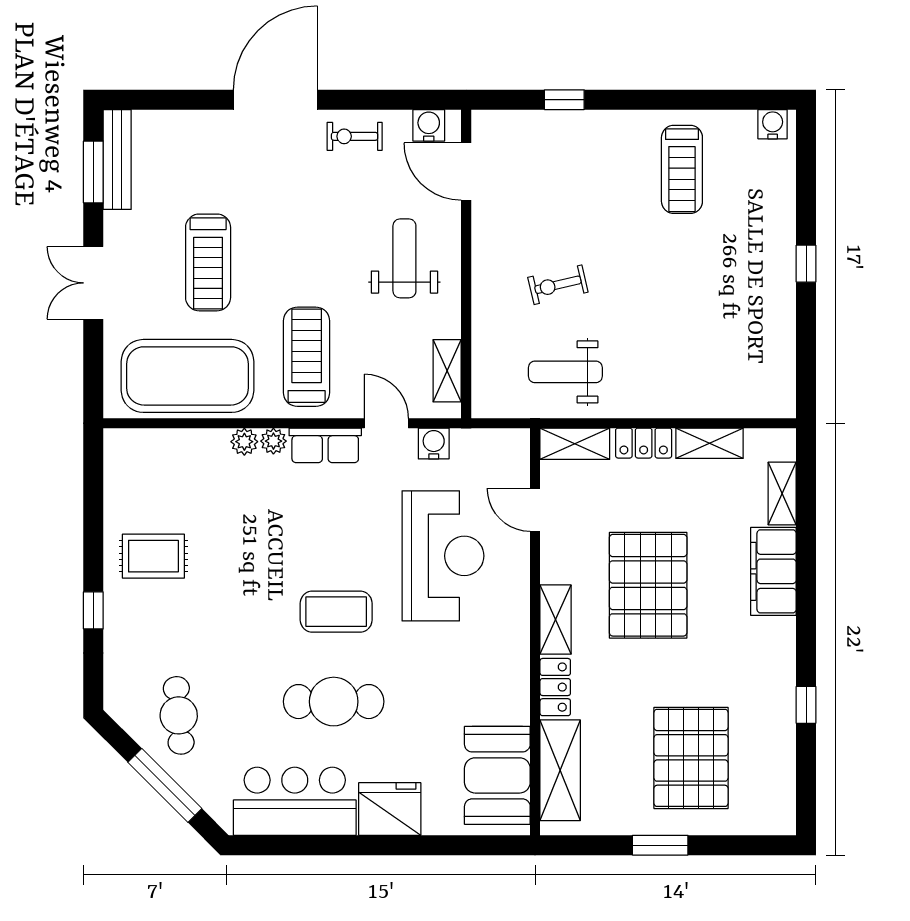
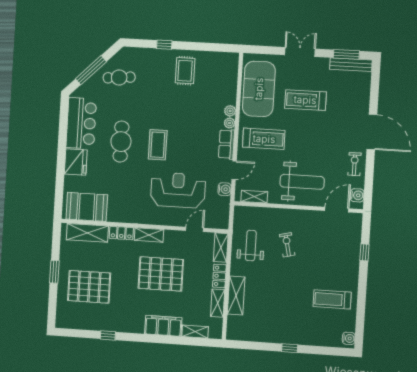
weight bench: (404, 258) -> (302, 182), width x1.36, depth x1.33
shelving: (688, 400) -> (236, 295), added
reception desk: (443, 556) -> (178, 190), turned 180

